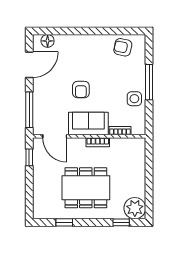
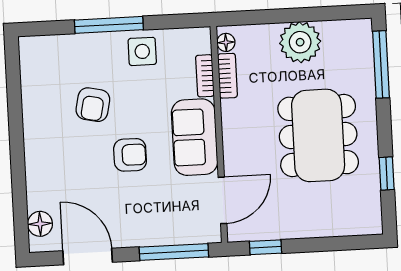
armchair: (123, 47) -> (93, 105), moved
bookcase: (98, 142) -> (227, 76), moved
floor lamp: (137, 142) -> (226, 42), added
plant: (135, 208) -> (300, 42), moved
window: (121, 222) -> (381, 64), width x2.17

